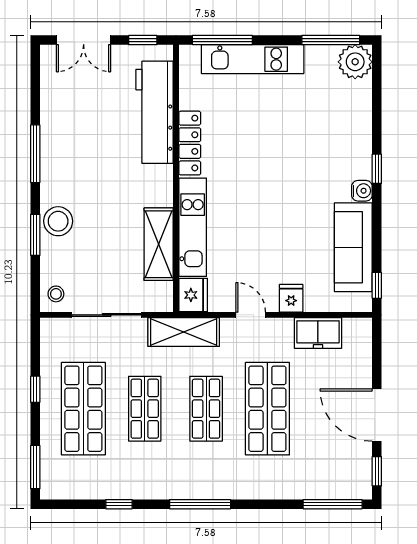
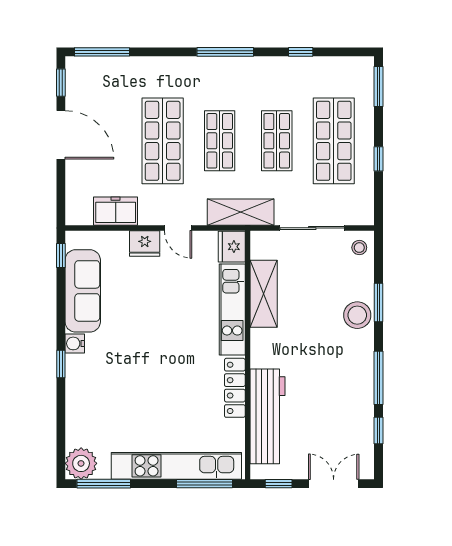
kitchen unit: (253, 59) -> (176, 466), width x1.36
window: (35, 97) -> (378, 431), added
fridge: (291, 298) -> (145, 243), width x1.38

